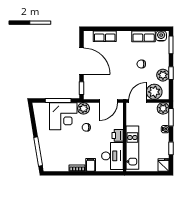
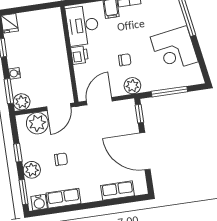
plant: (163, 75) -> (32, 170), moved
corner desk: (63, 116) -> (174, 49), moved, turned -99
kitchen unit: (132, 148) -> (56, 41), removed

